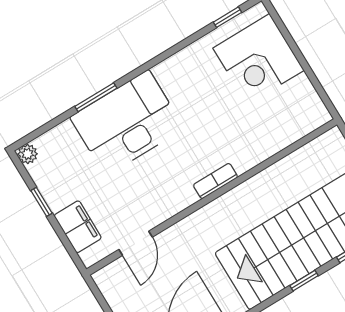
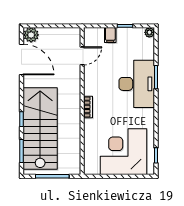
corner desk: (258, 59) -> (124, 152), width x1.36, depth x1.36
filing cabinet: (78, 227) -> (110, 35), width x0.50
door: (136, 243) -> (82, 56), swing flipped

